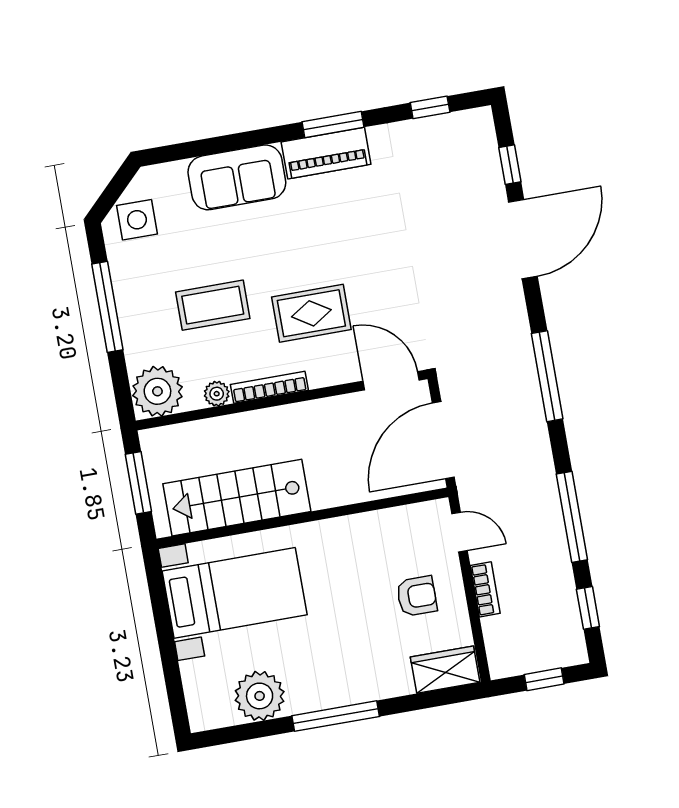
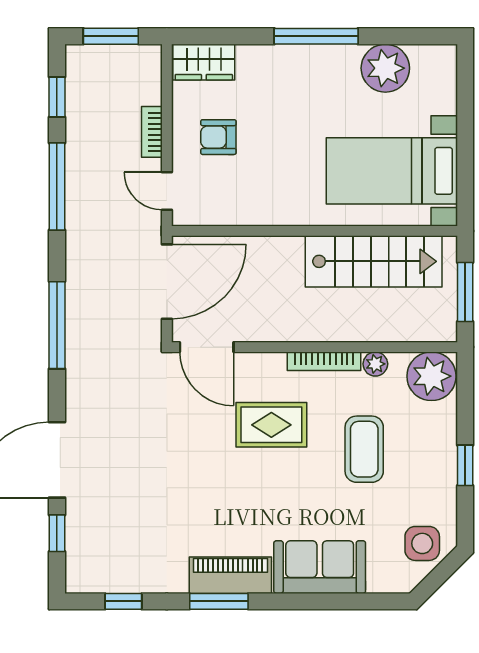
coffee table: (213, 305) -> (364, 449), turned 90
window: (107, 307) -> (465, 465), width x0.46
window: (544, 679) -> (111, 36), width x1.50

